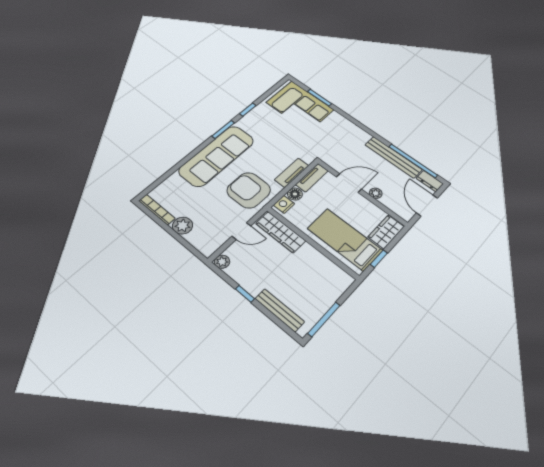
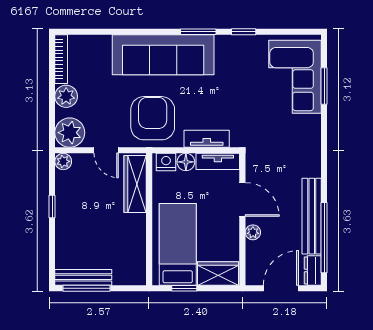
plant: (208, 242) -> (70, 133), added
bench: (280, 310) -> (83, 277), moved, turned 90

